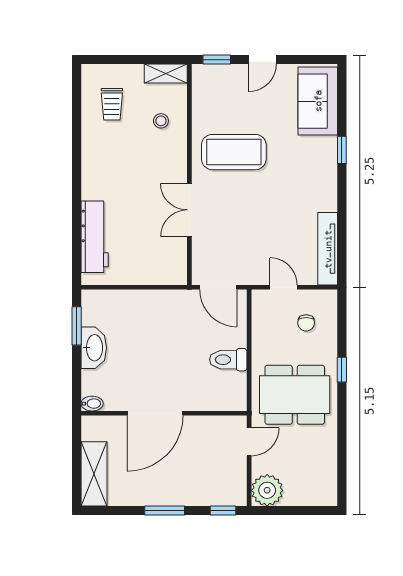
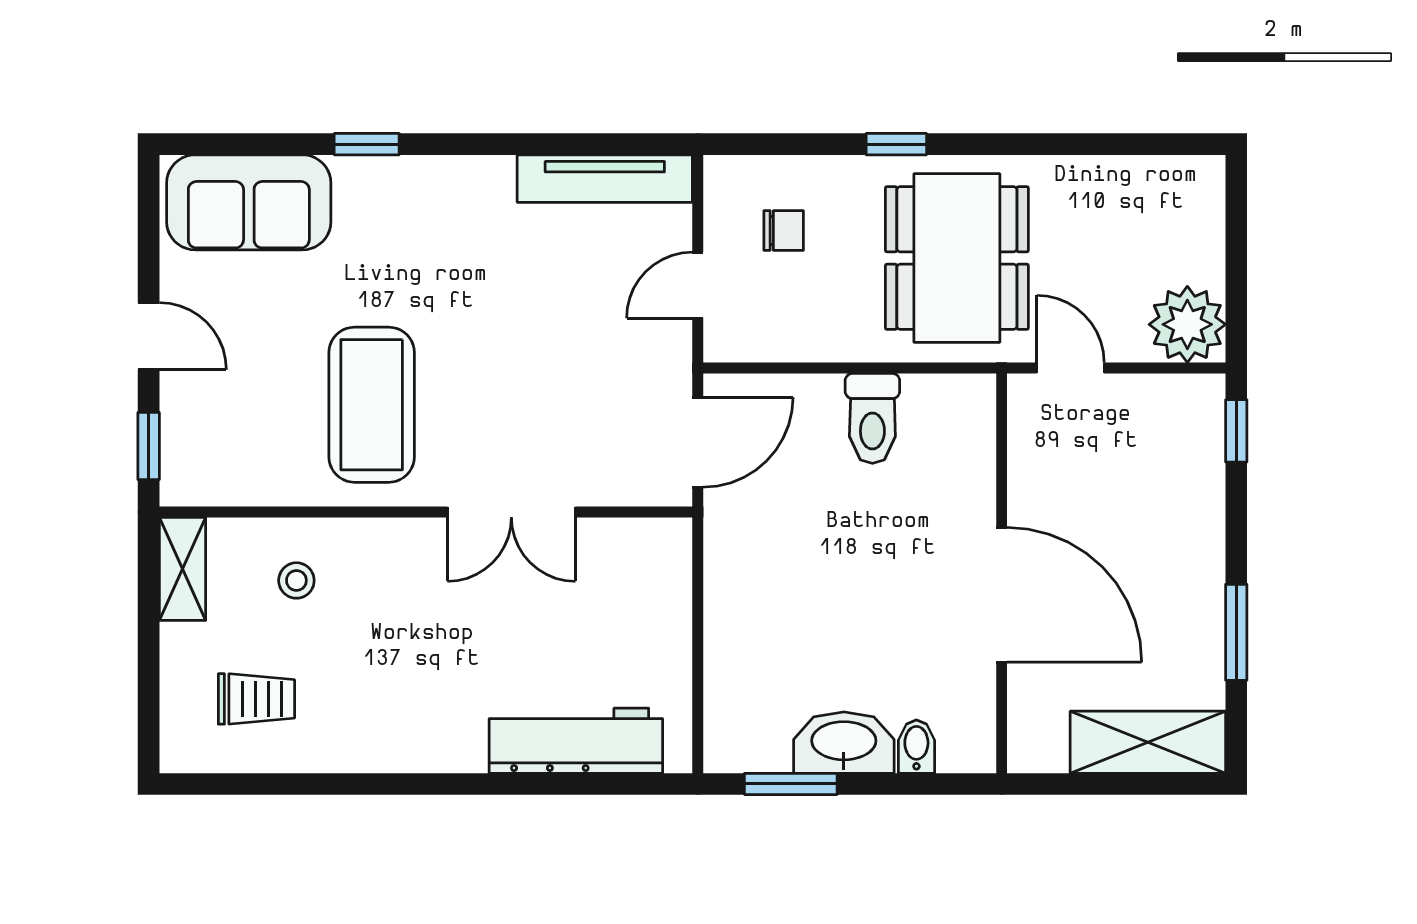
bidet: (92, 404) -> (916, 747), moved
window: (165, 511) -> (1236, 632), moved

